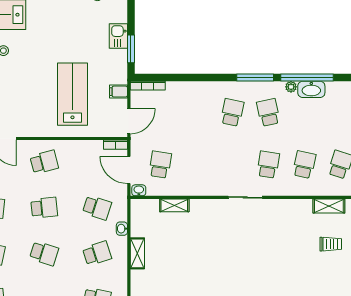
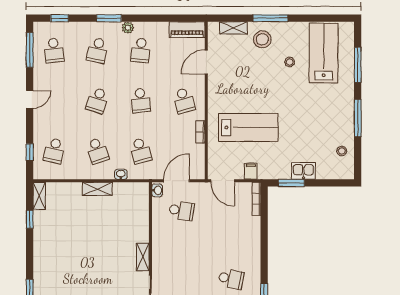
bookcase: (115, 145) -> (200, 132), moved
shelving: (174, 205) -> (143, 257), moved
school desk: (97, 208) -> (141, 151), turned -33

